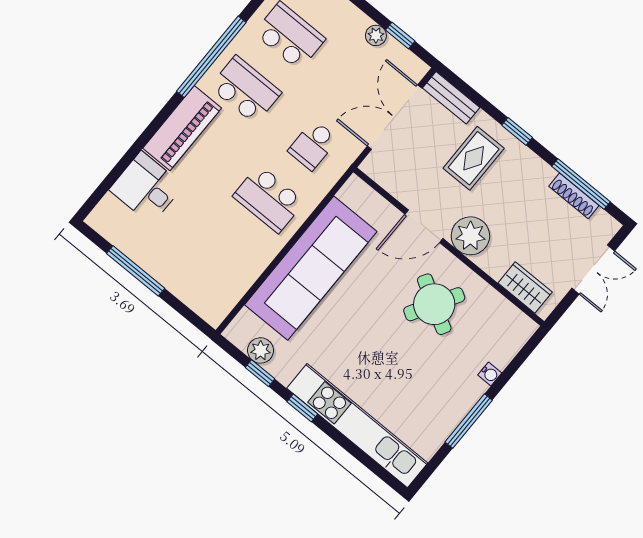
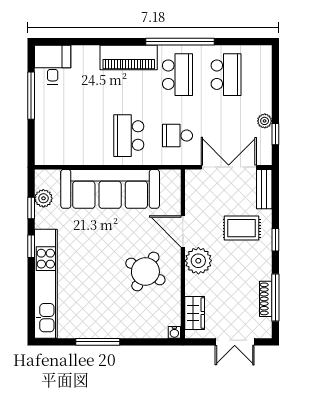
desk: (146, 188) -> (53, 65), moved
water cooler: (490, 374) -> (174, 332), moved

